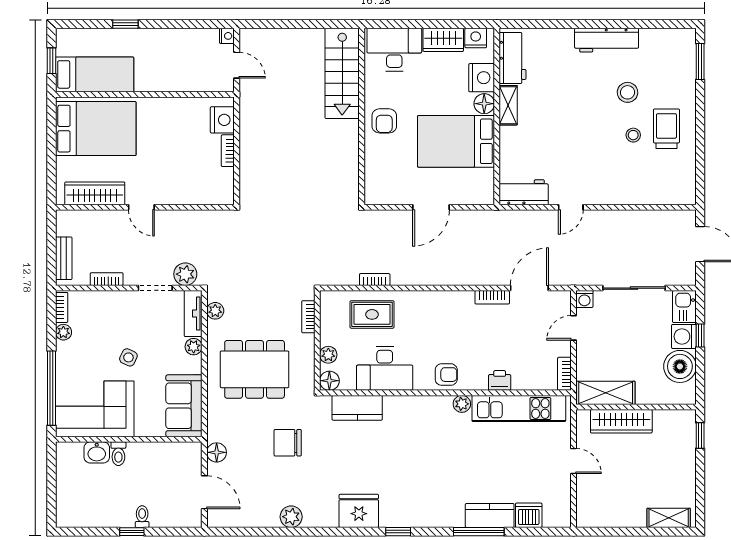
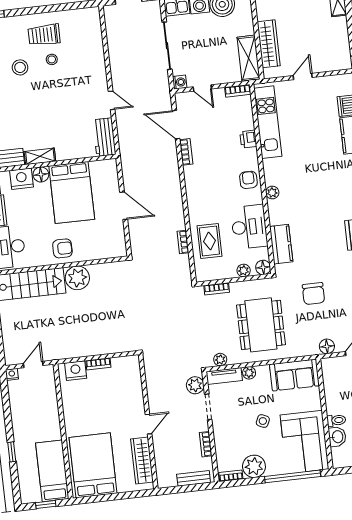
plant: (343, 136) -> (77, 278), added
plant: (63, 332) -> (254, 466), width x1.87, depth x1.87
plant: (462, 404) -> (272, 193), moved

